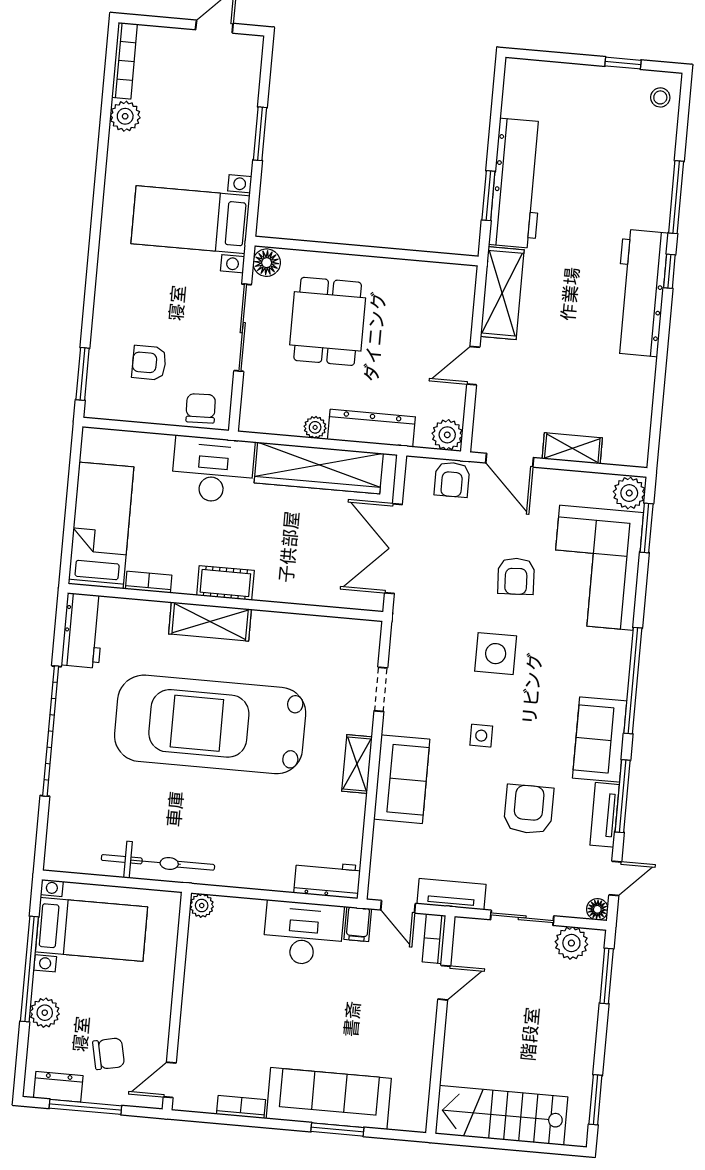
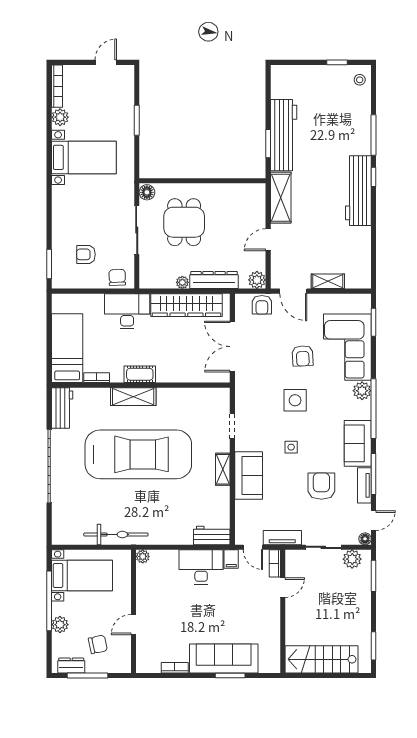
bed with nightstands: (190, 220) -> (84, 157), moved, turned 180
plant: (629, 493) -> (362, 391), moved
car: (210, 724) -> (138, 454), turned 180
door: (170, 1080) -> (133, 625), moved

